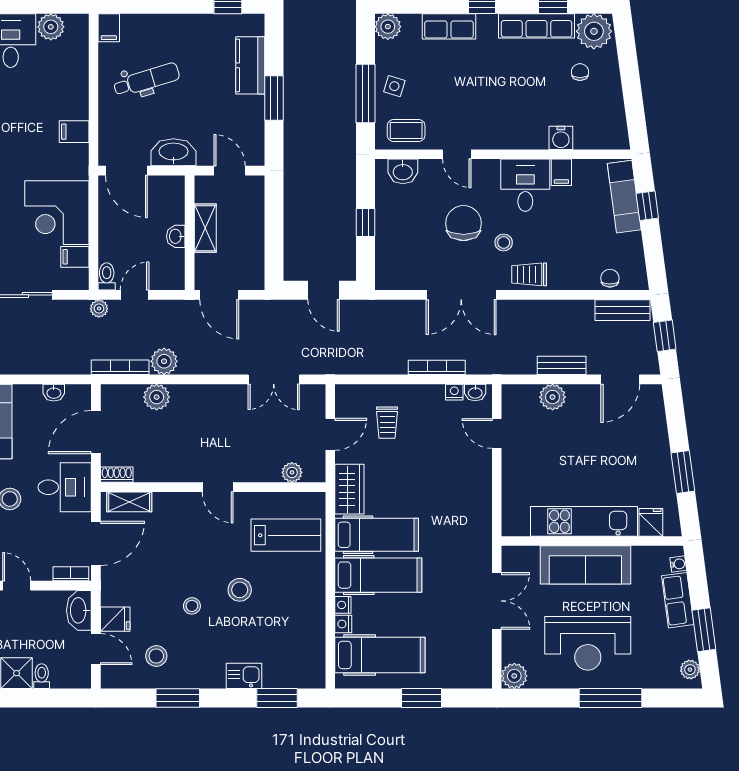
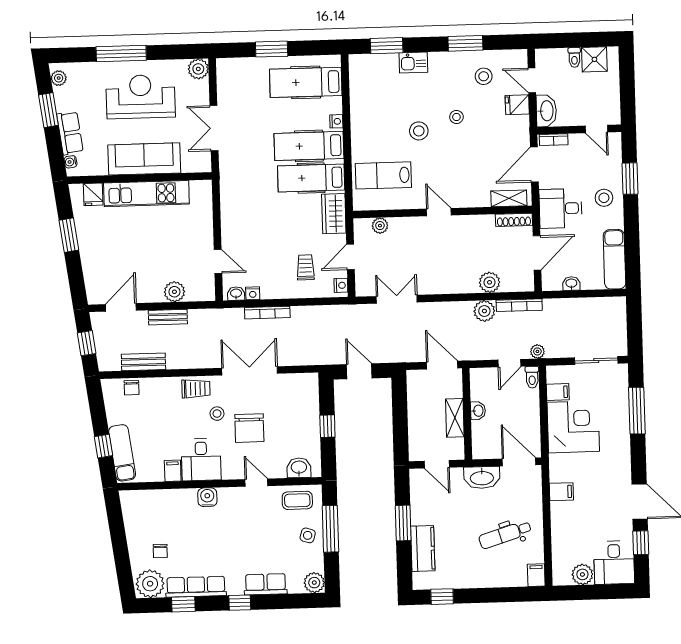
water cooler: (561, 138) -> (207, 497), moved
bench: (622, 310) -> (143, 362), moved
shoe rack: (117, 475) -> (514, 220), width x1.43
nightstand: (343, 624) -> (341, 285), moved

